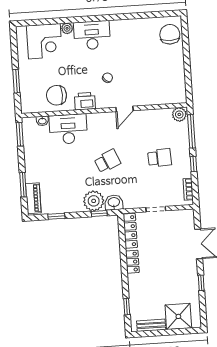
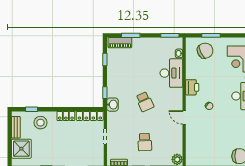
chair: (56, 95) -> (205, 51), moved, turned 63
plant: (94, 201) -> (115, 89), removed
stool: (143, 294) -> (41, 123), added

